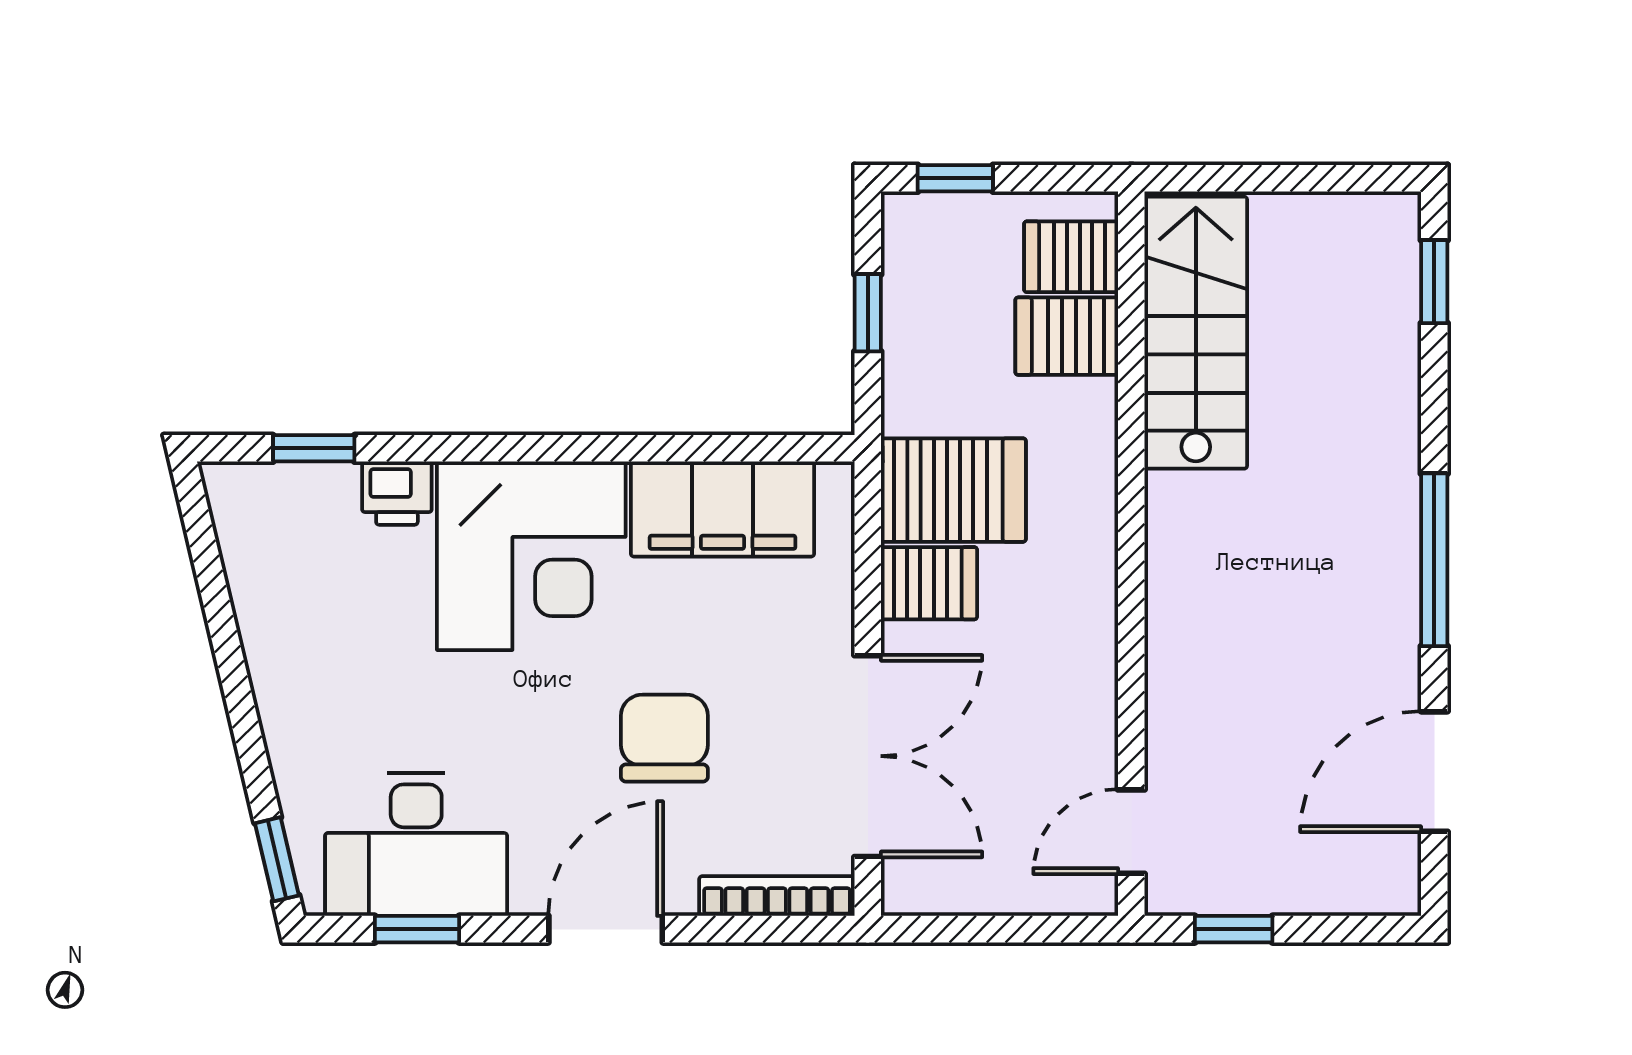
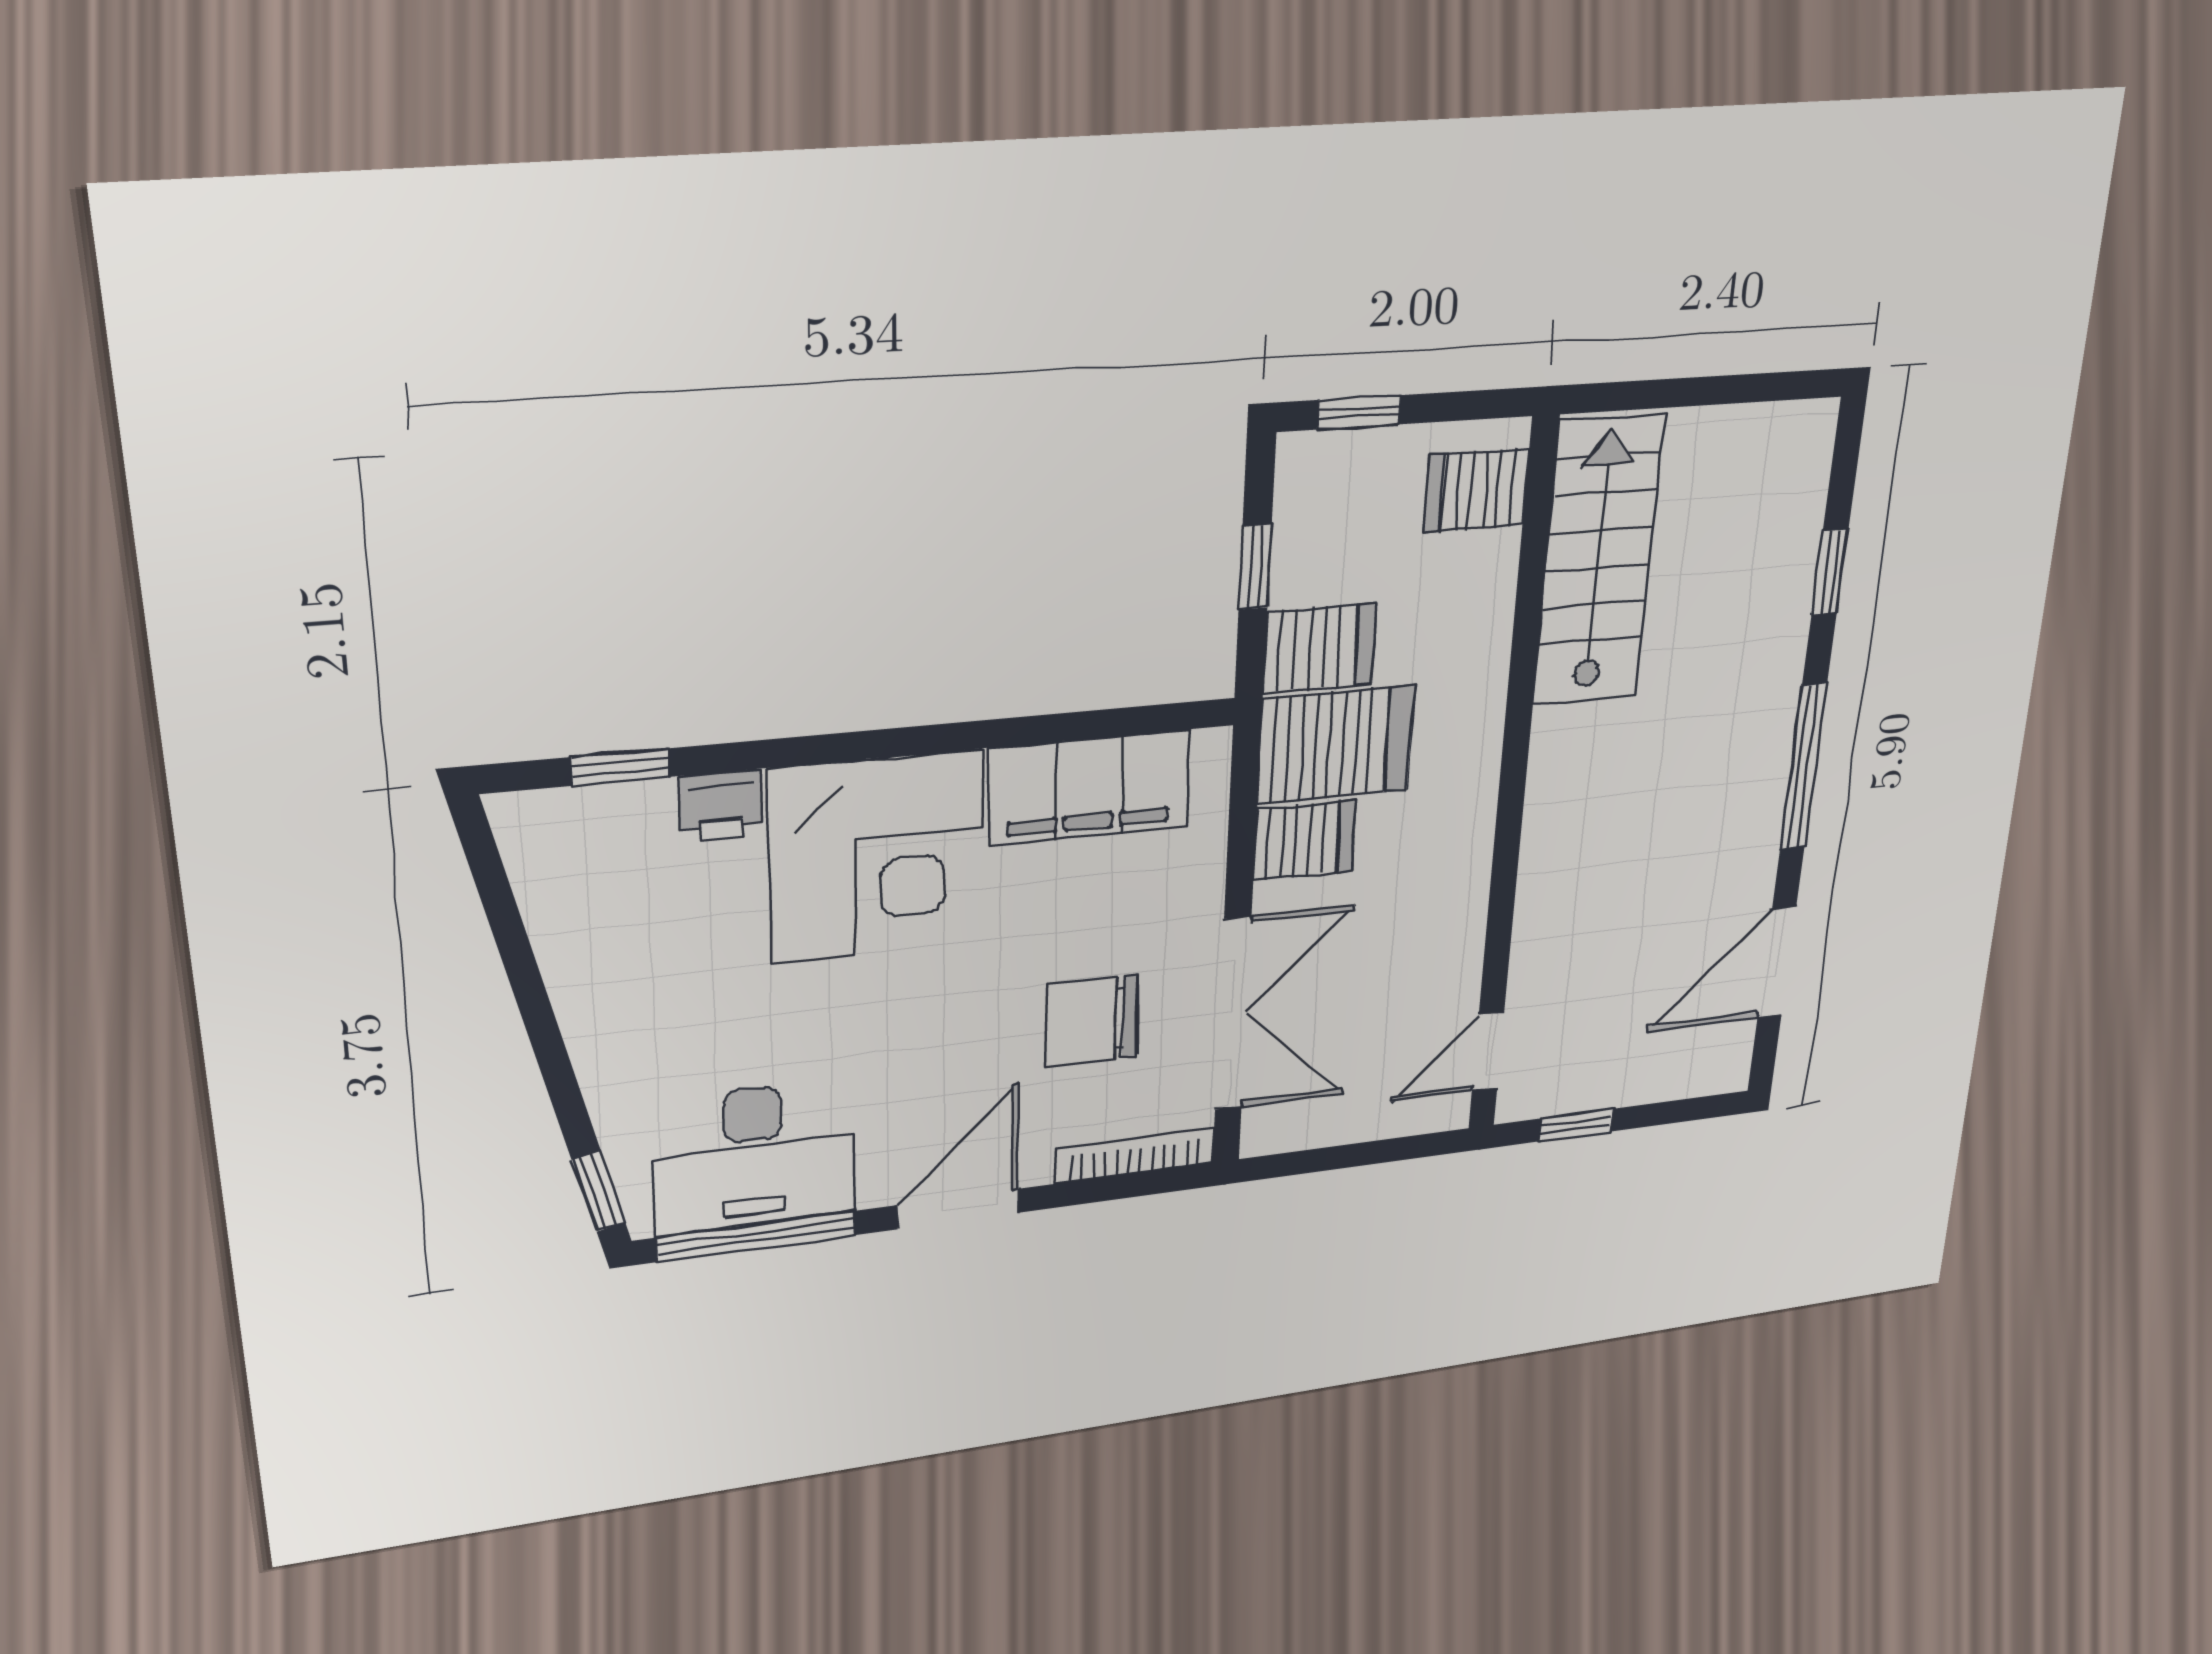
window: (1434, 282) -> (1830, 572), moved
server rack: (1067, 336) -> (1320, 648), moved, turned 180
chair: (664, 738) -> (1092, 1021), moved, turned -90
window: (417, 929) -> (757, 1236), width x2.17

